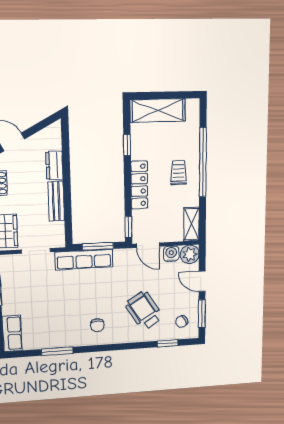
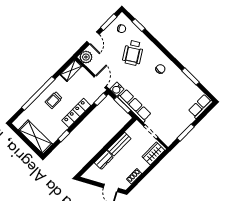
water cooler: (171, 254) -> (117, 89), moved

